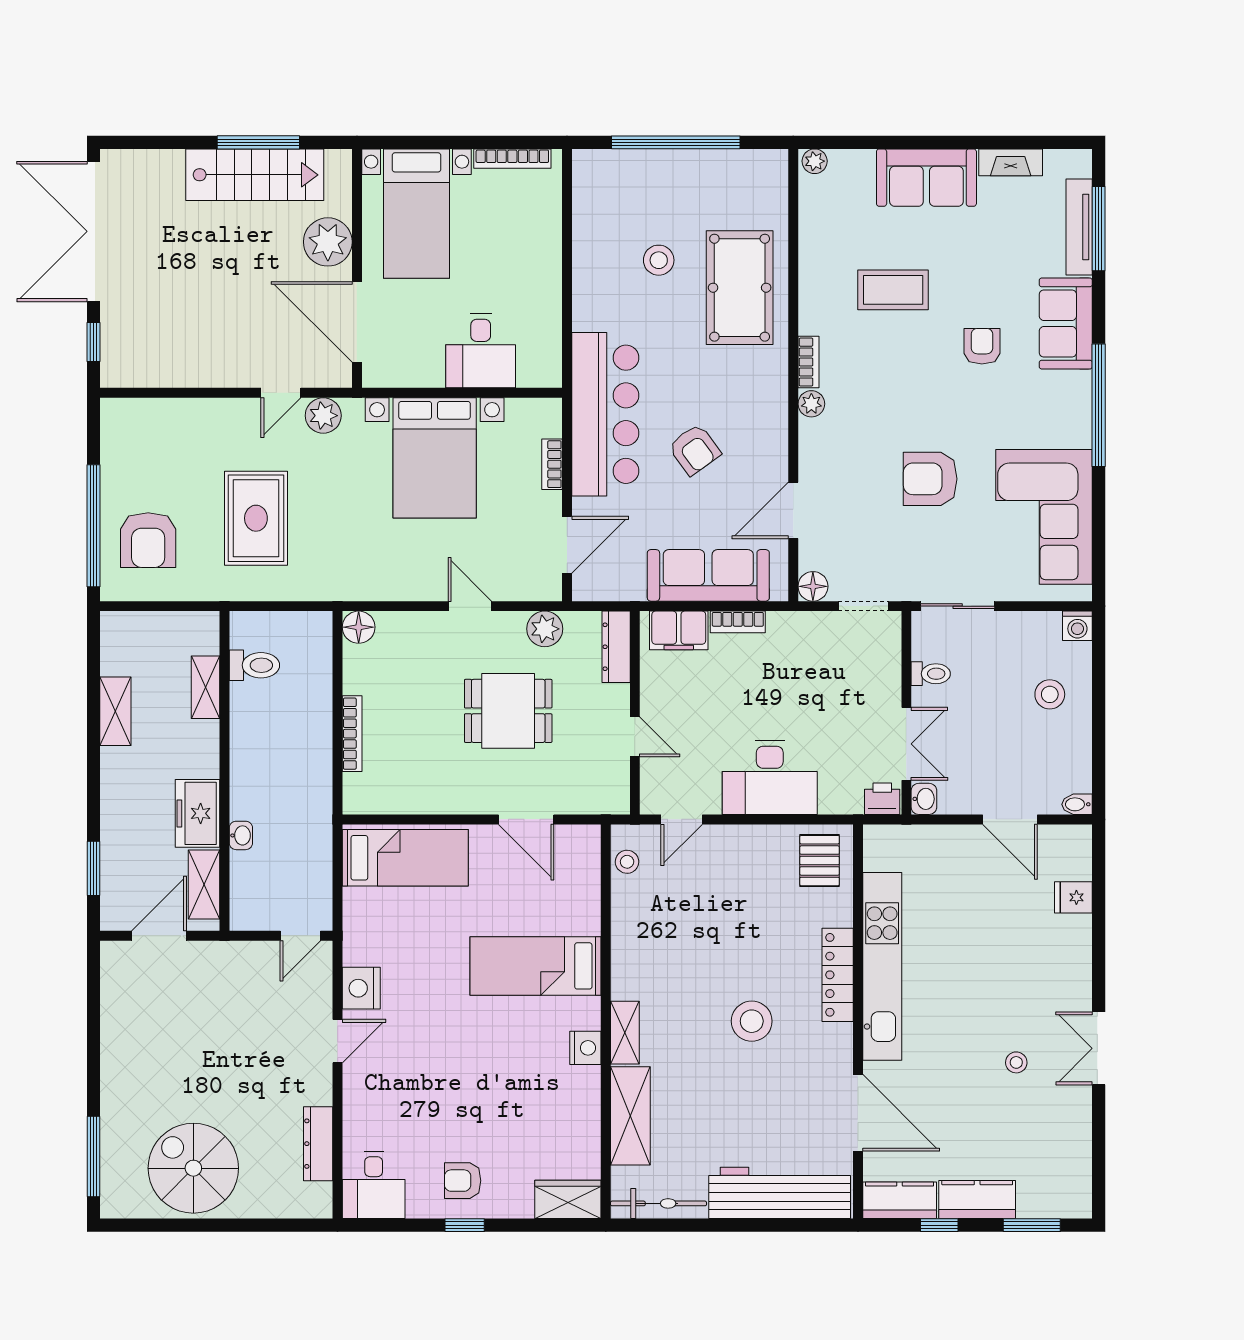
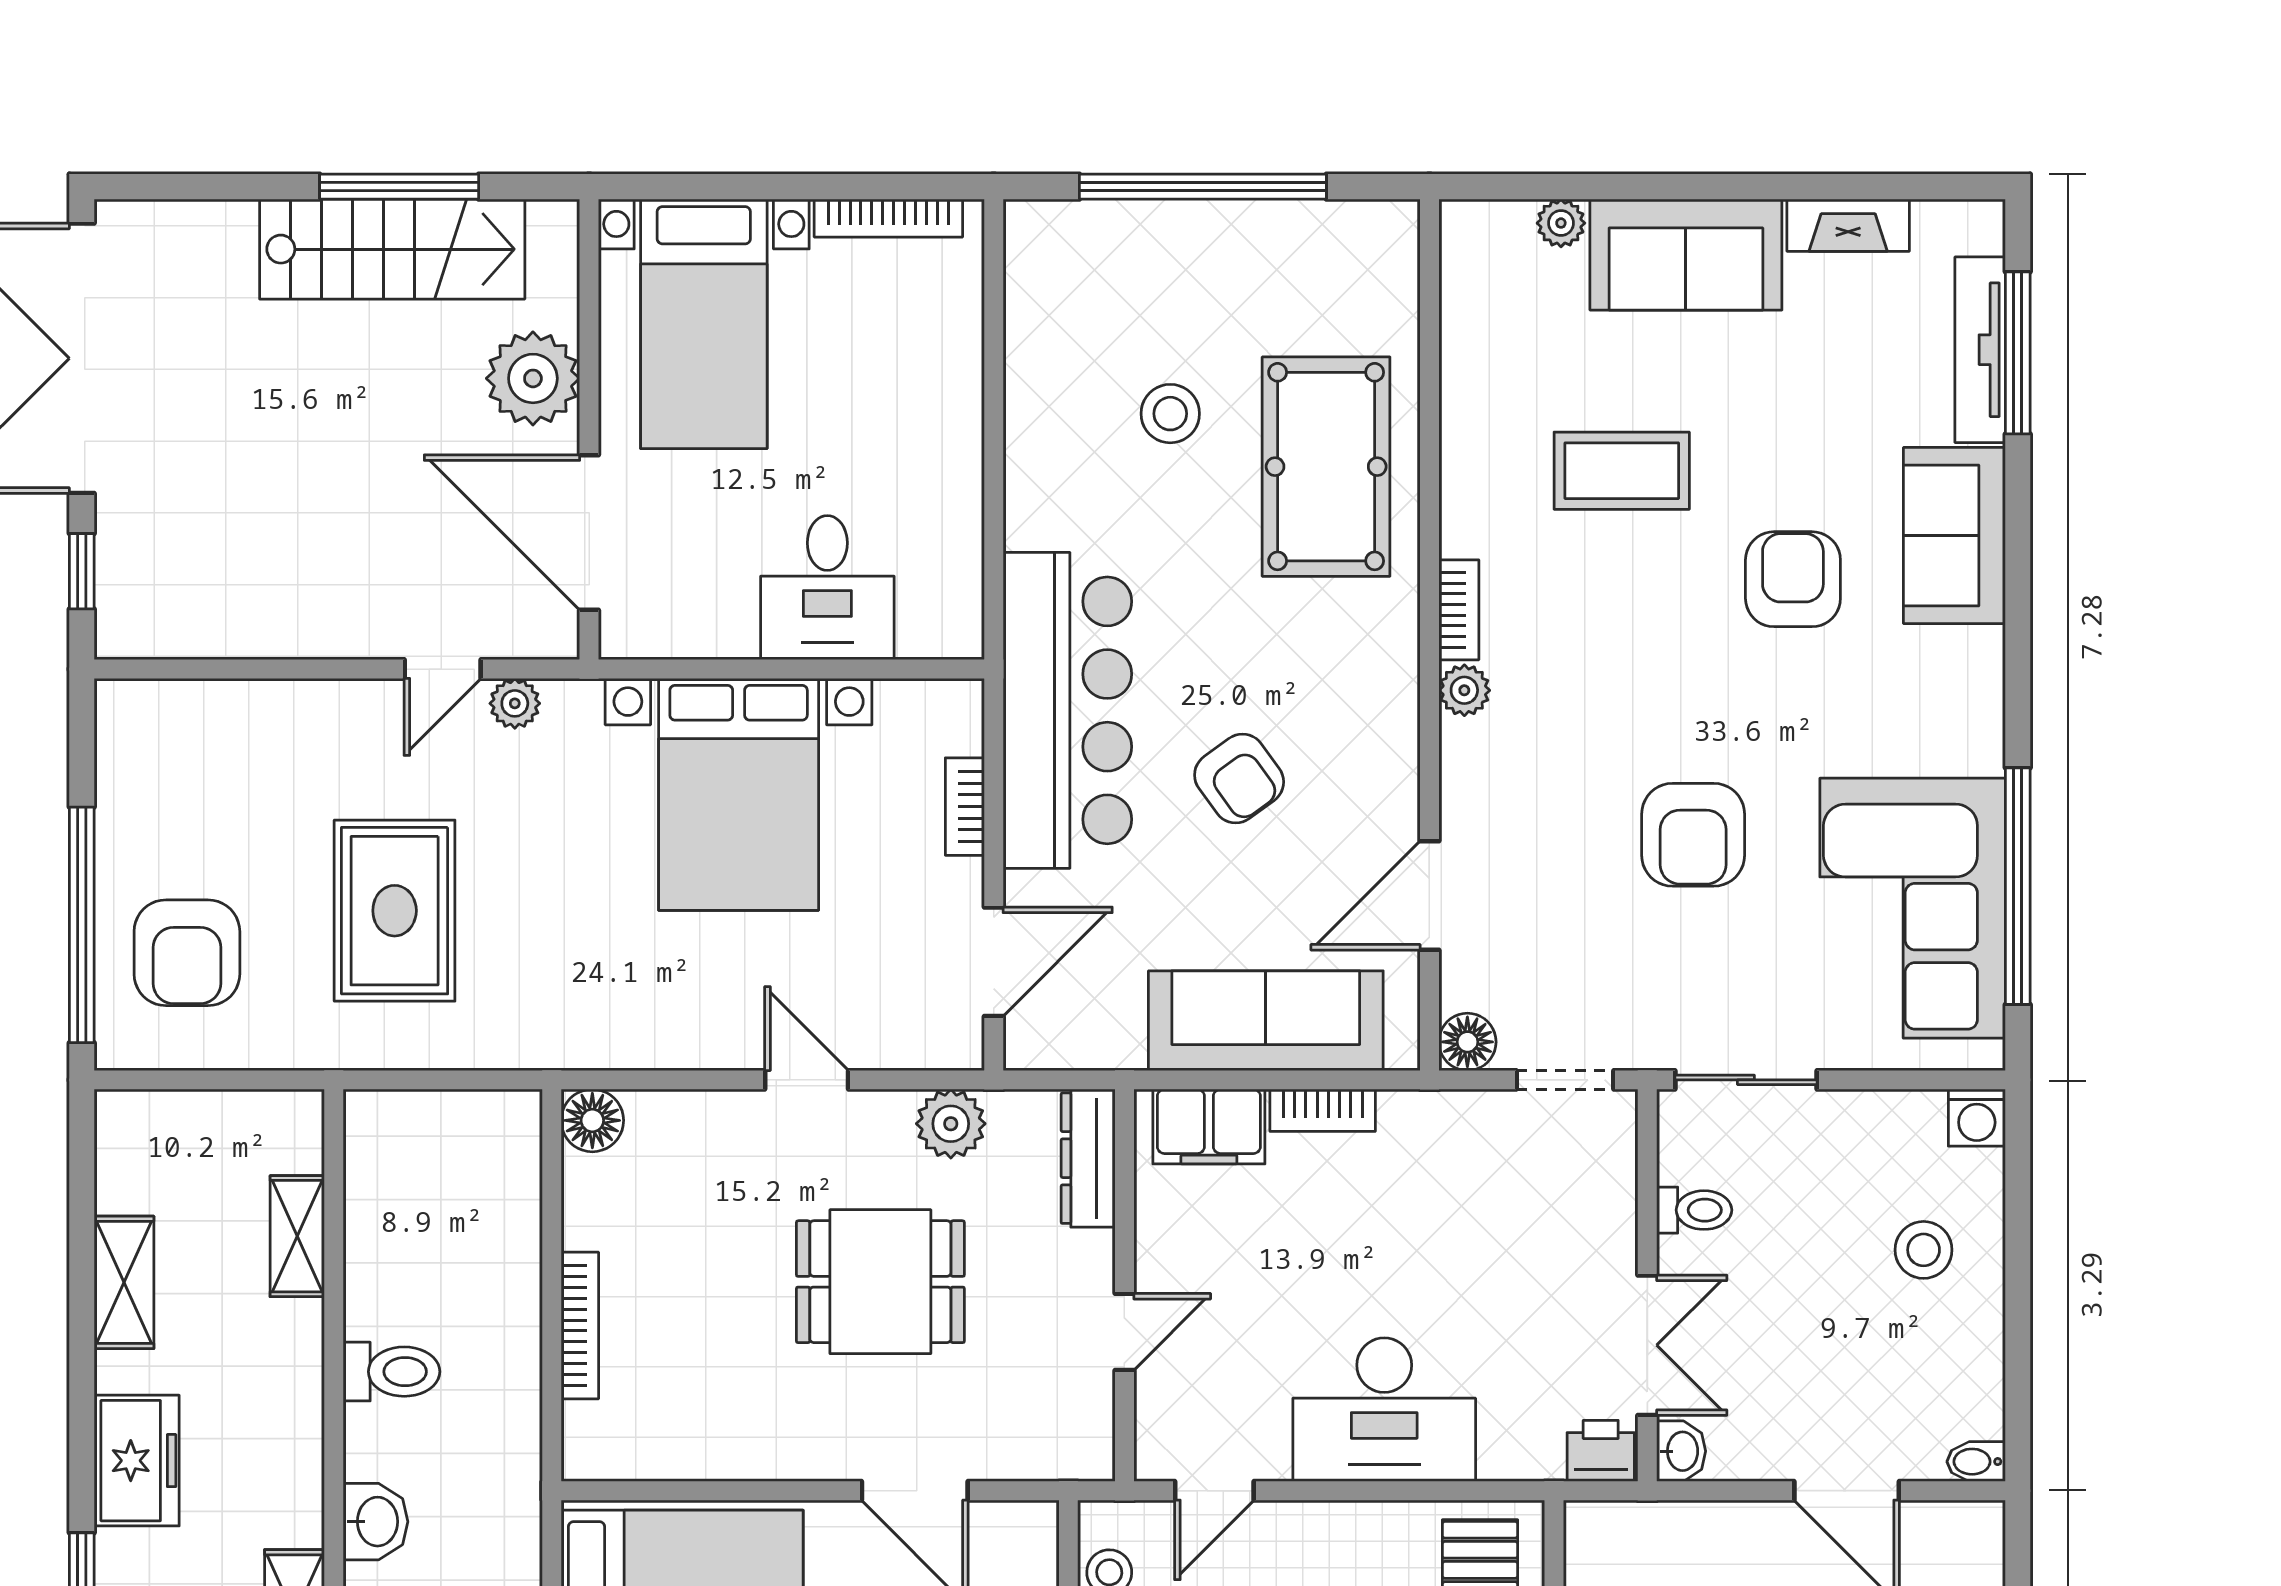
plant: (815, 161) -> (1561, 223), moved
armchair: (982, 346) -> (1793, 579), width x1.38, depth x1.38
window: (1099, 405) -> (2018, 886), moved
plant: (323, 416) -> (515, 703), width x0.73, depth x0.73
armchair: (930, 479) -> (1693, 835), turned -90
toilet: (254, 665) -> (392, 1372), moved
door: (635, 737) -> (1124, 1332), hinge flipped
freezer: (197, 813) -> (137, 1461), moved, turned 180
washbasin: (241, 835) -> (376, 1522), width x1.38, depth x1.45

